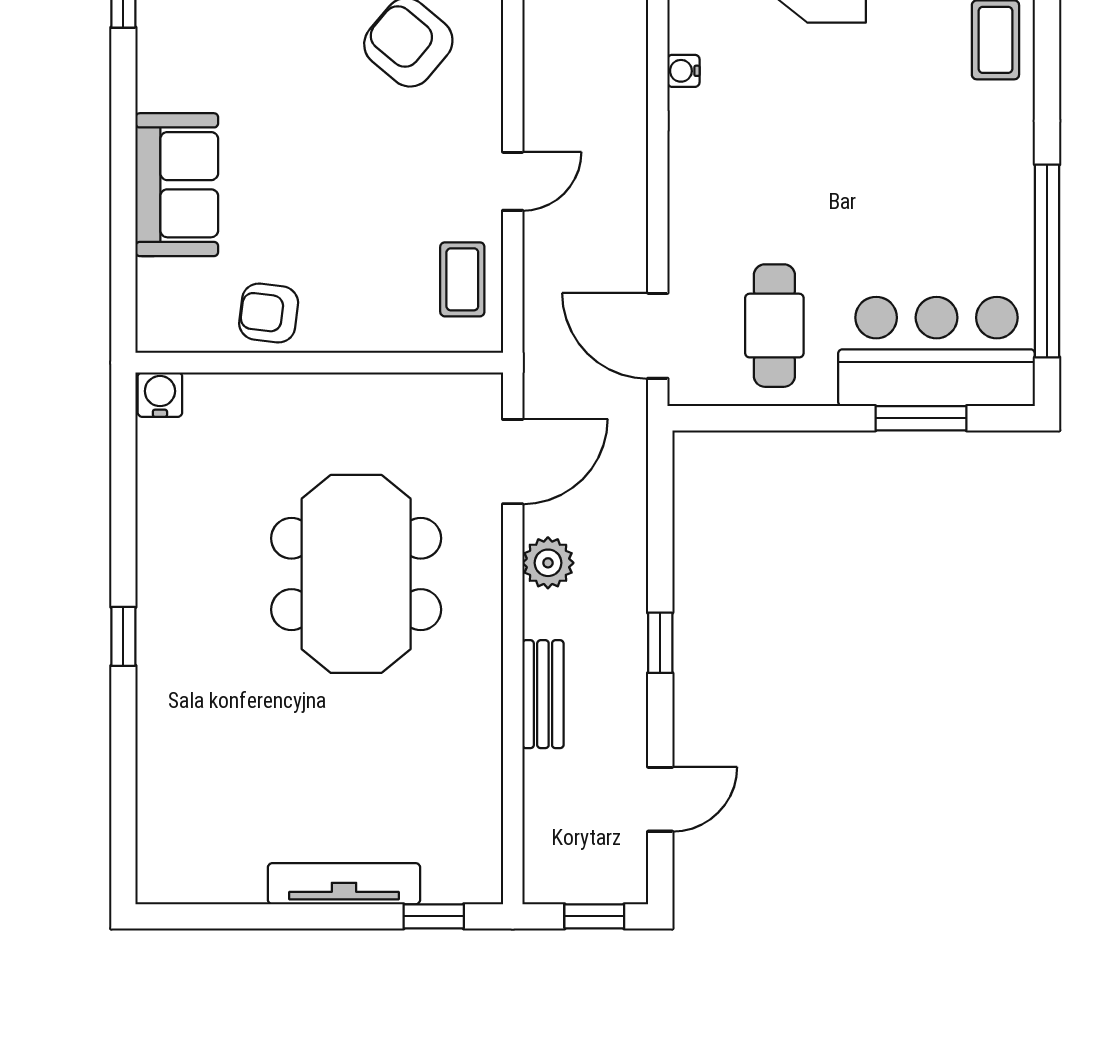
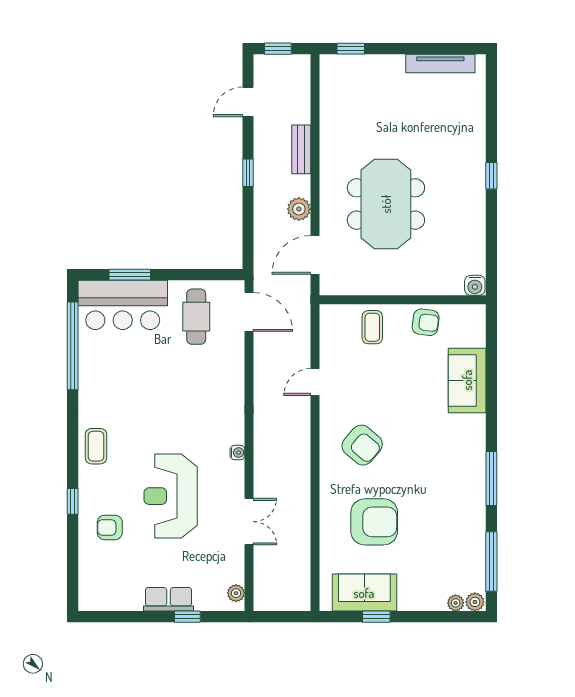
water cooler: (683, 71) -> (237, 453), moved
coffee table: (462, 279) -> (372, 327), moved
tv unit: (344, 884) -> (440, 64), moved

